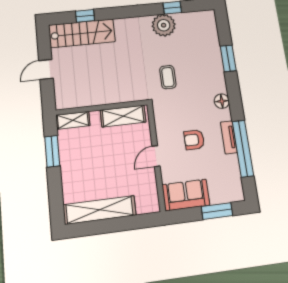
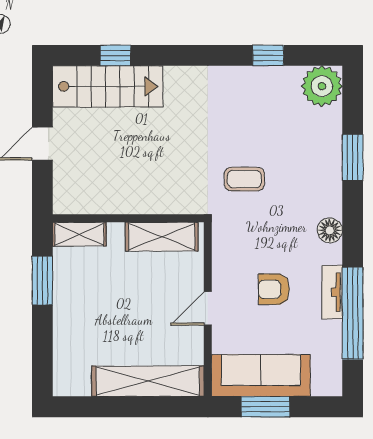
plant: (164, 25) -> (322, 86), moved
coffee table: (168, 77) -> (244, 179), turned 90
sofa: (186, 195) -> (261, 376), width x1.36
shelving: (100, 210) -> (148, 381), moved
window: (217, 211) -> (265, 407), moved

